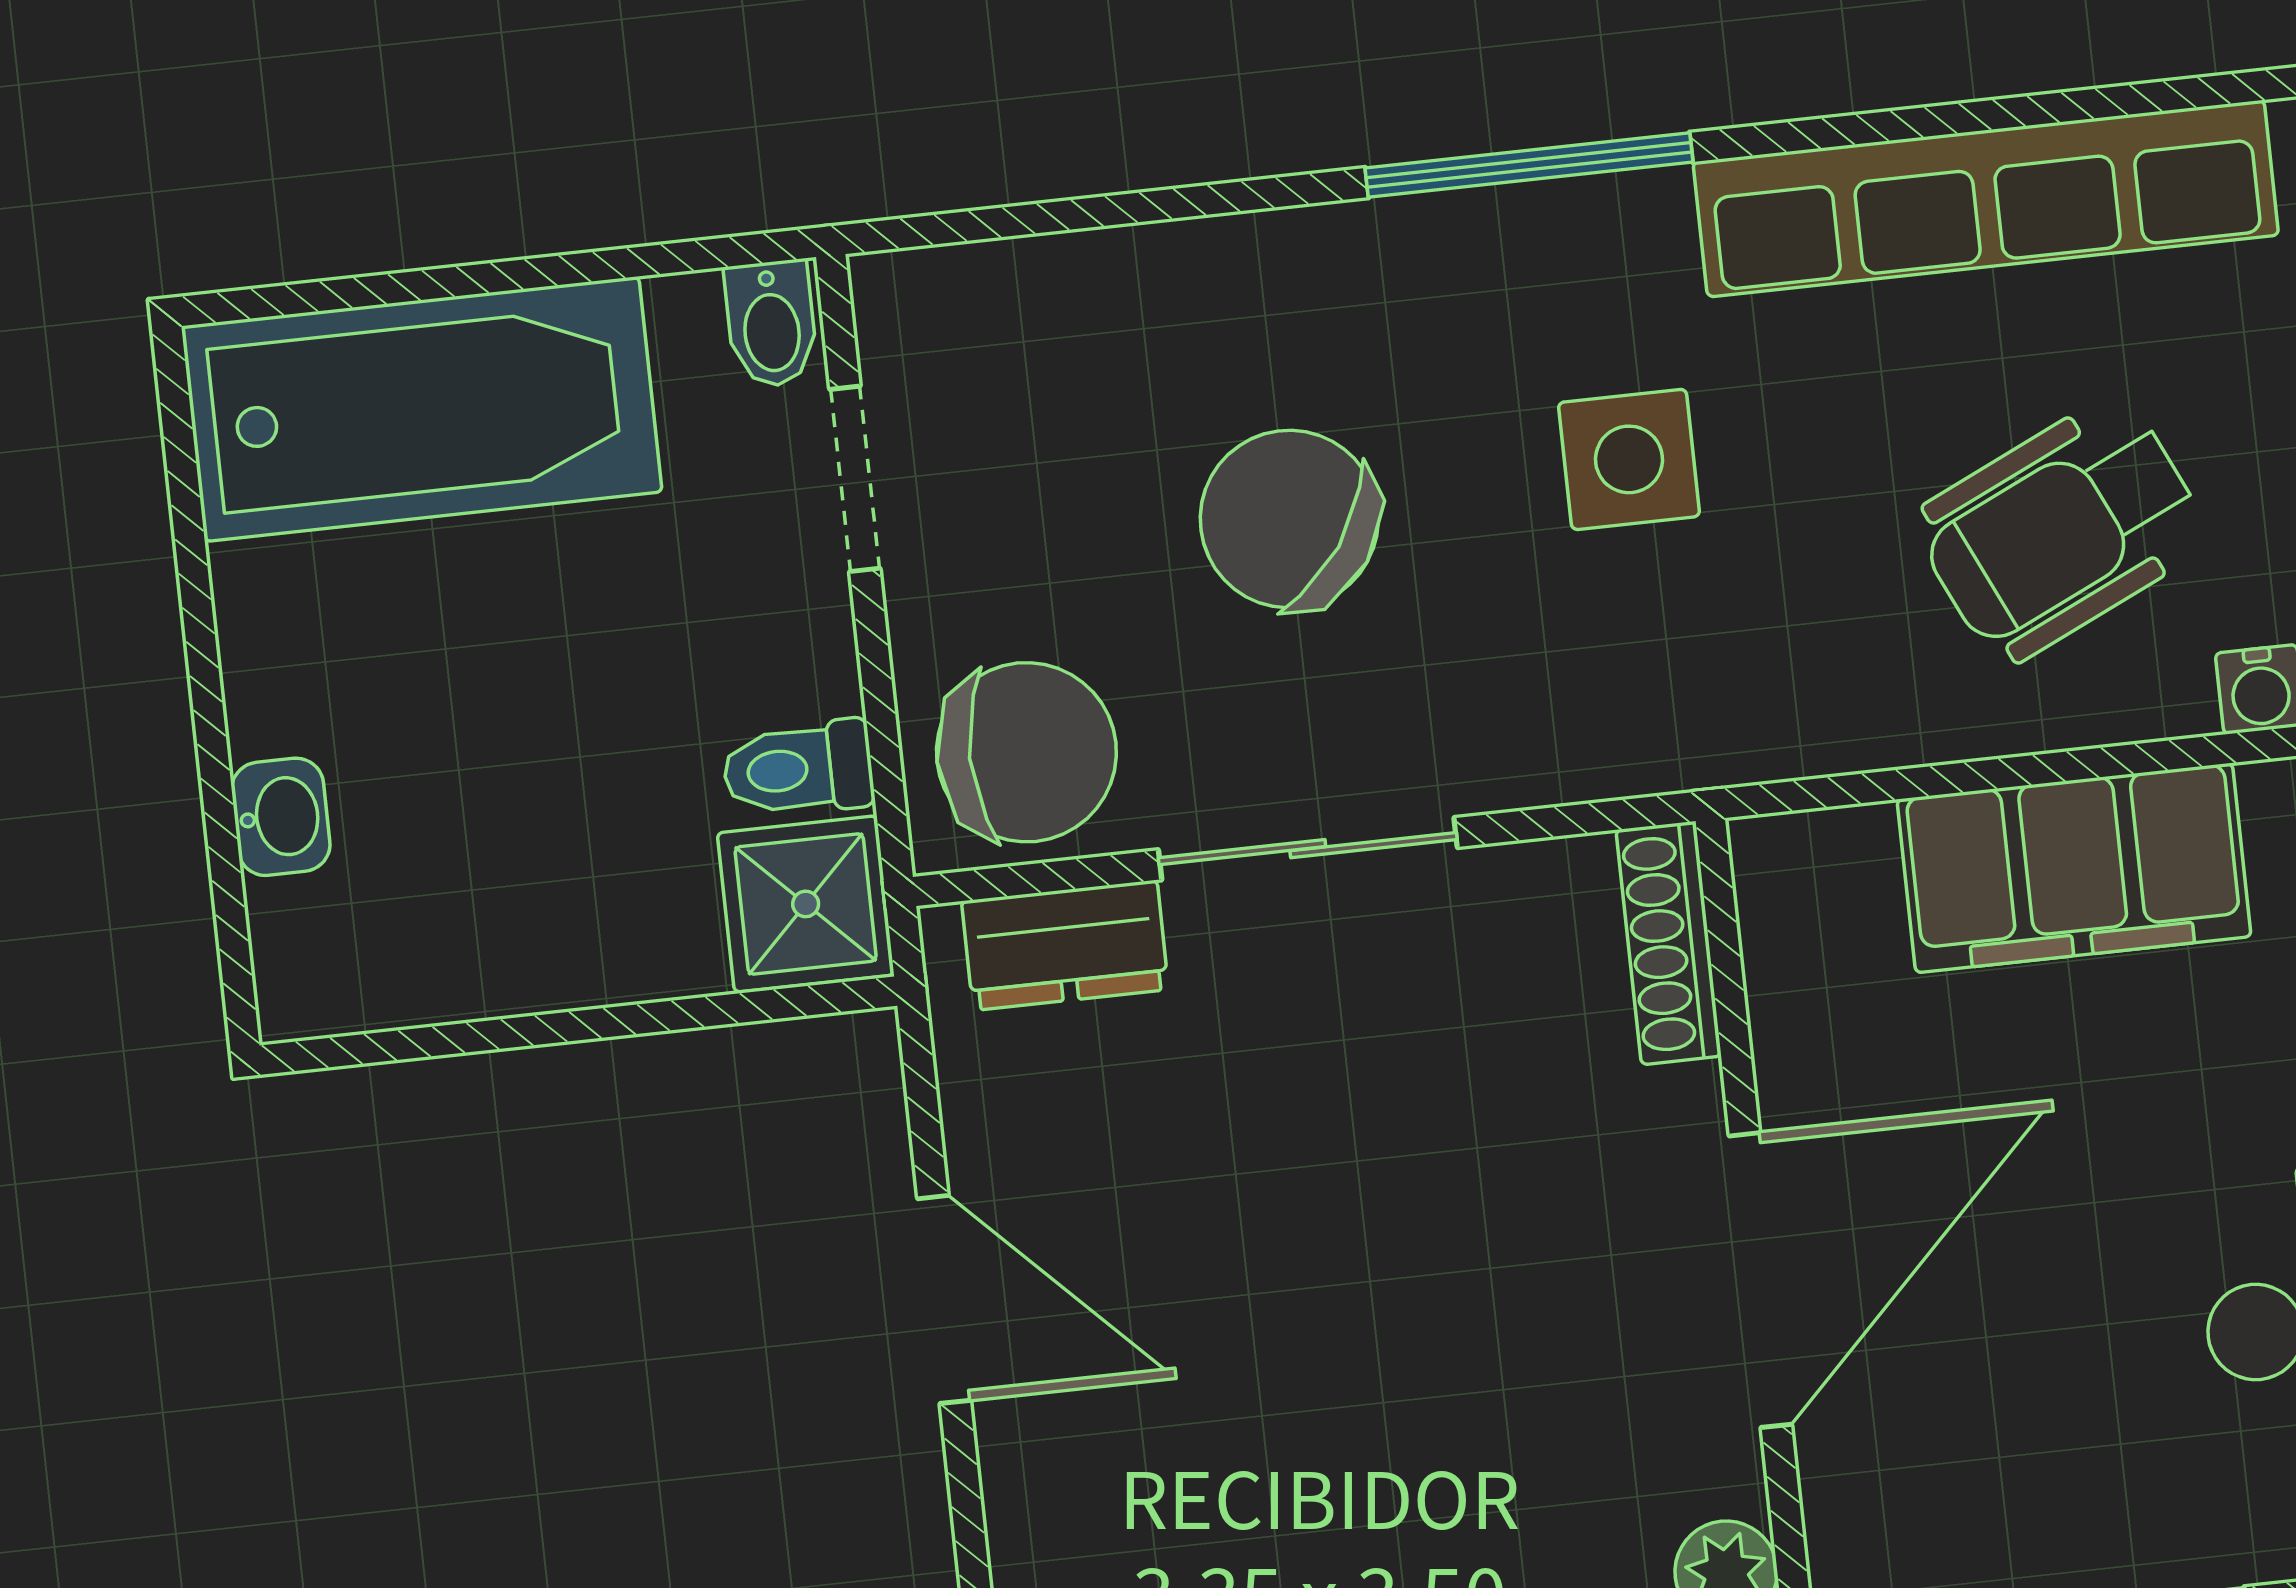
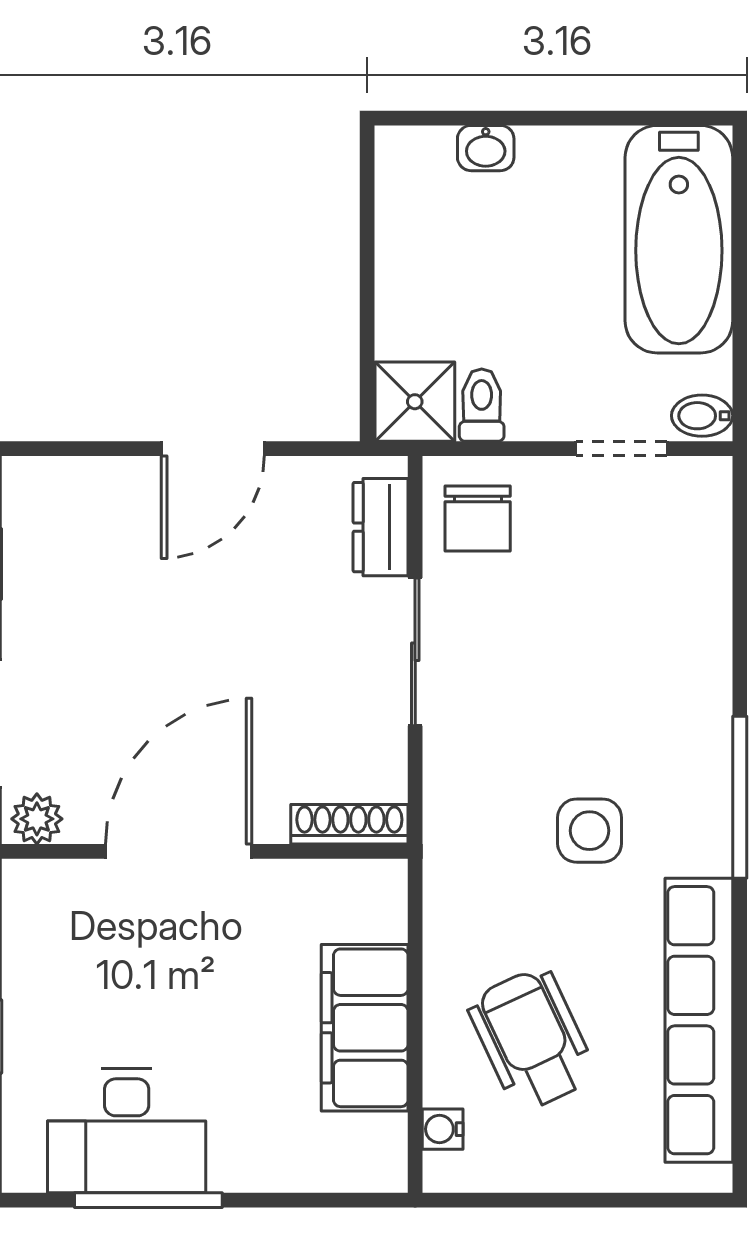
chair: (1289, 519) -> (578, 660), removed
chair: (1026, 752) -> (478, 518), width x0.73, depth x0.73
door: (1760, 1280) -> (179, 851), swing flipped

